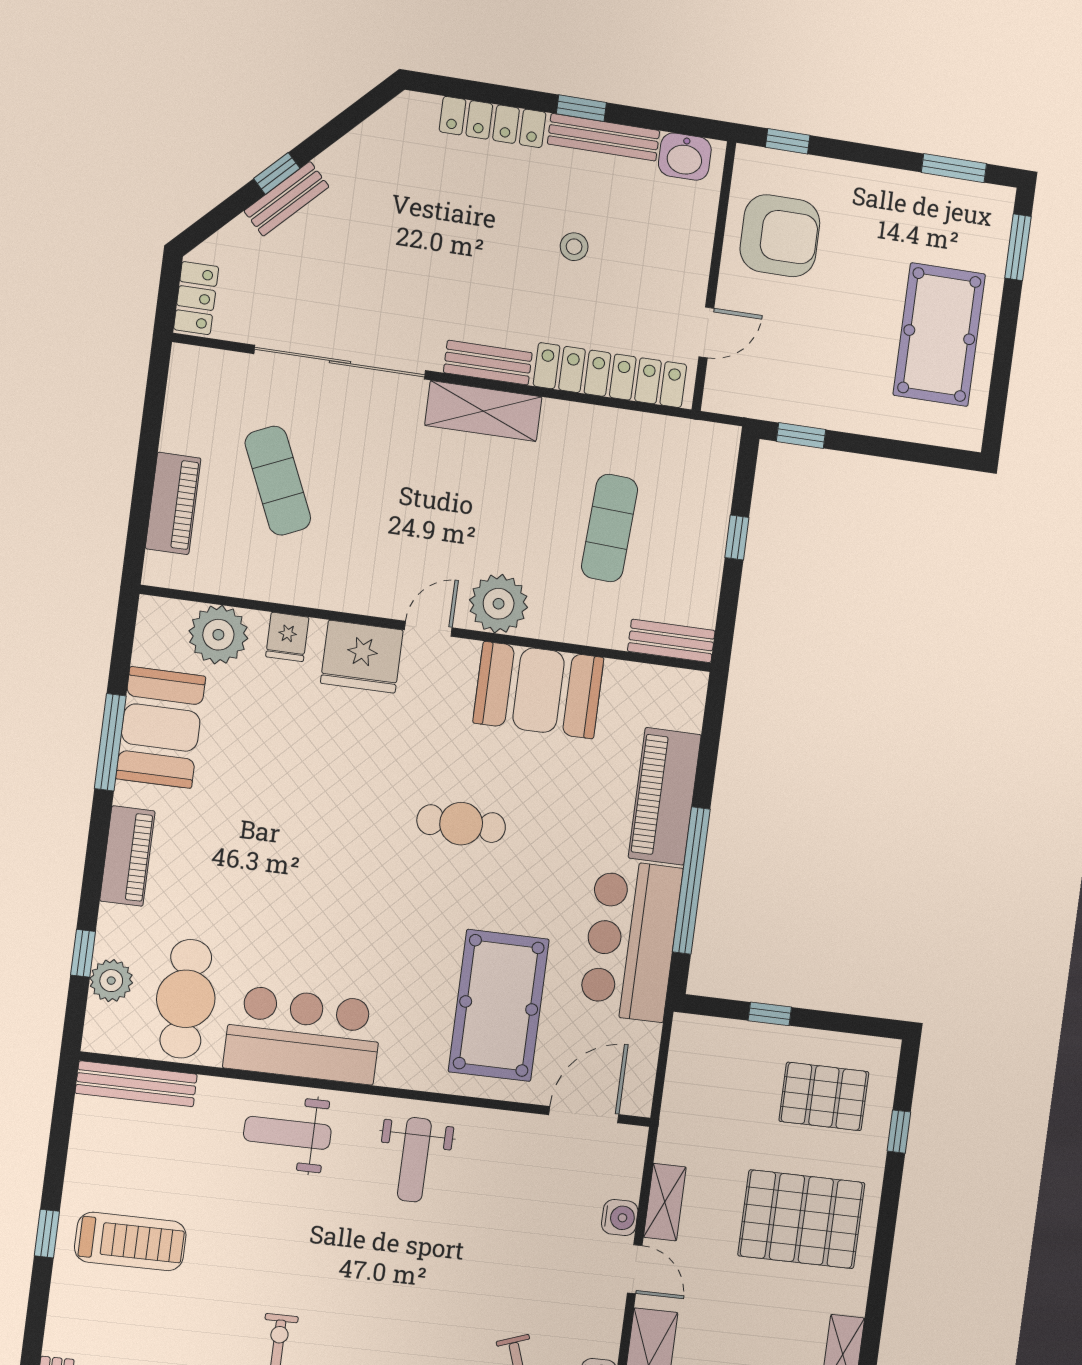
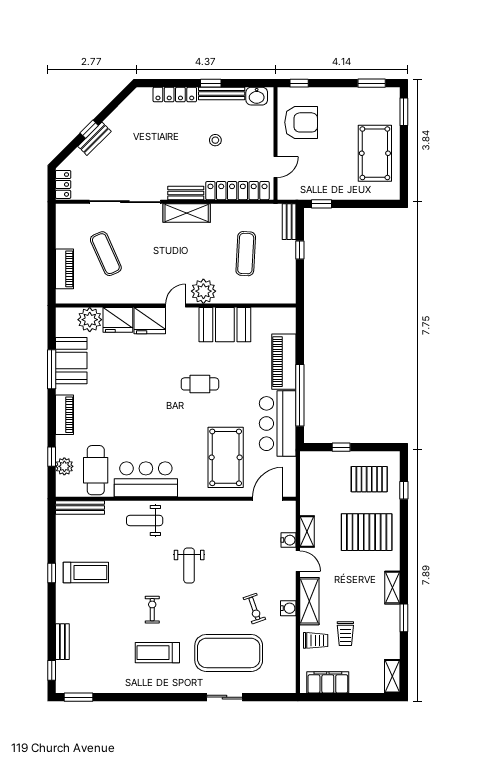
fridge: (287, 637) -> (118, 320), width x1.88, depth x1.34
bench: (671, 641) -> (289, 222), moved, turned 90
weight bench: (414, 1160) -> (189, 566), moved

